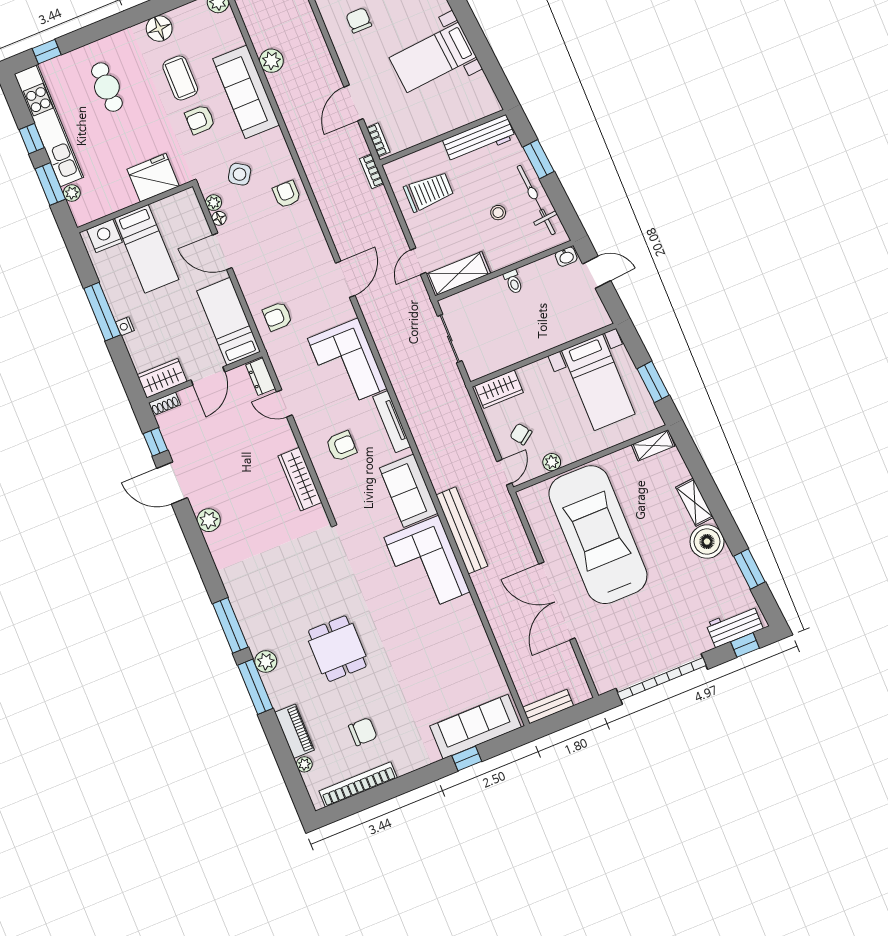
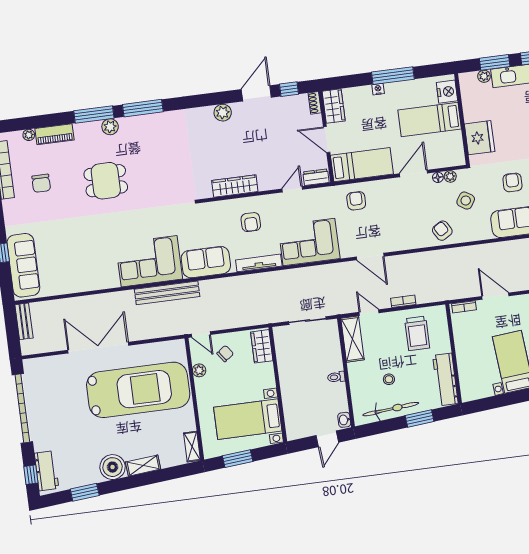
bookcase: (372, 171) -> (403, 301), moved
armchair: (287, 194) -> (442, 231), turned -121

